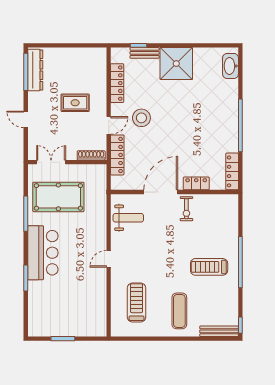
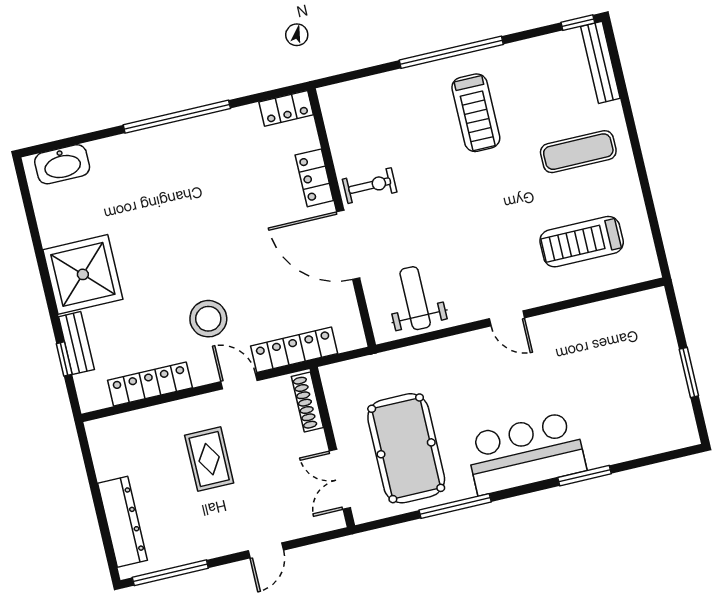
dresser: (35, 70) -> (123, 522), moved, turned 90
locker: (232, 171) -> (286, 108), width x0.66

